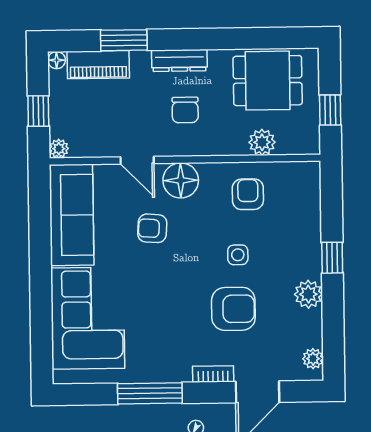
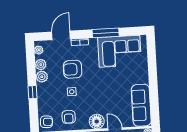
armchair: (152, 228) -> (46, 122), moved
corner sofa: (88, 318) -> (119, 51), moved, turned -90
plant: (310, 323) -> (41, 65), added

